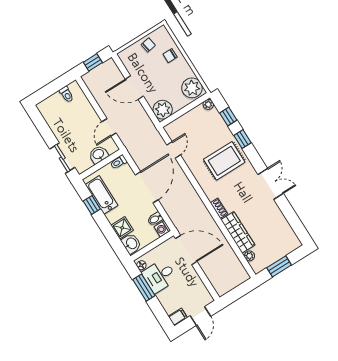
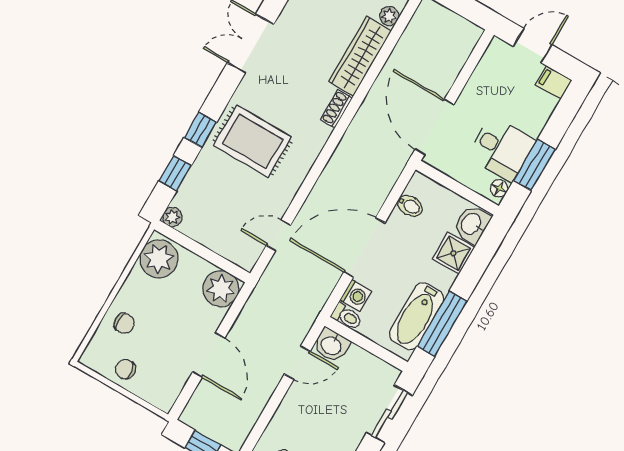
washbasin: (98, 154) -> (332, 345), moved
window: (92, 205) -> (442, 324), width x2.17
washing machine: (162, 229) -> (356, 296), moved

